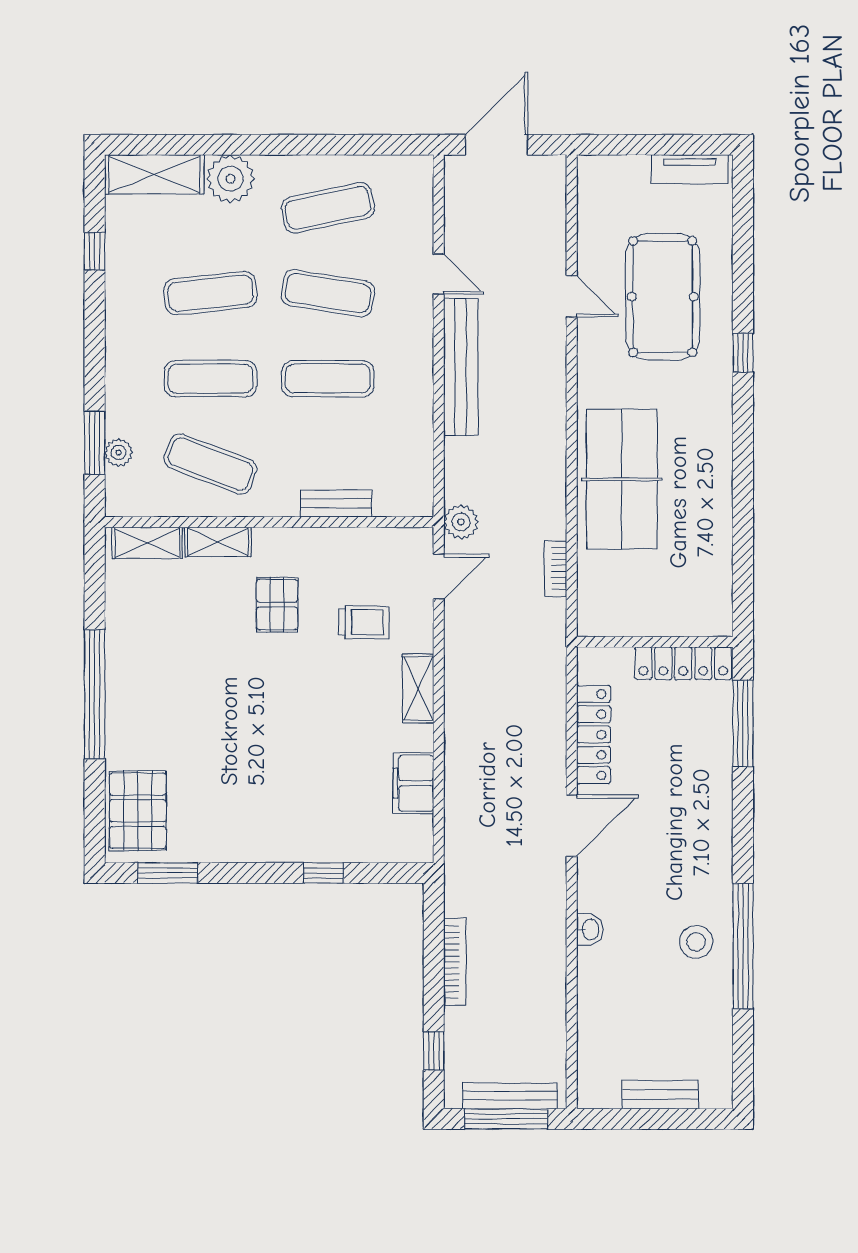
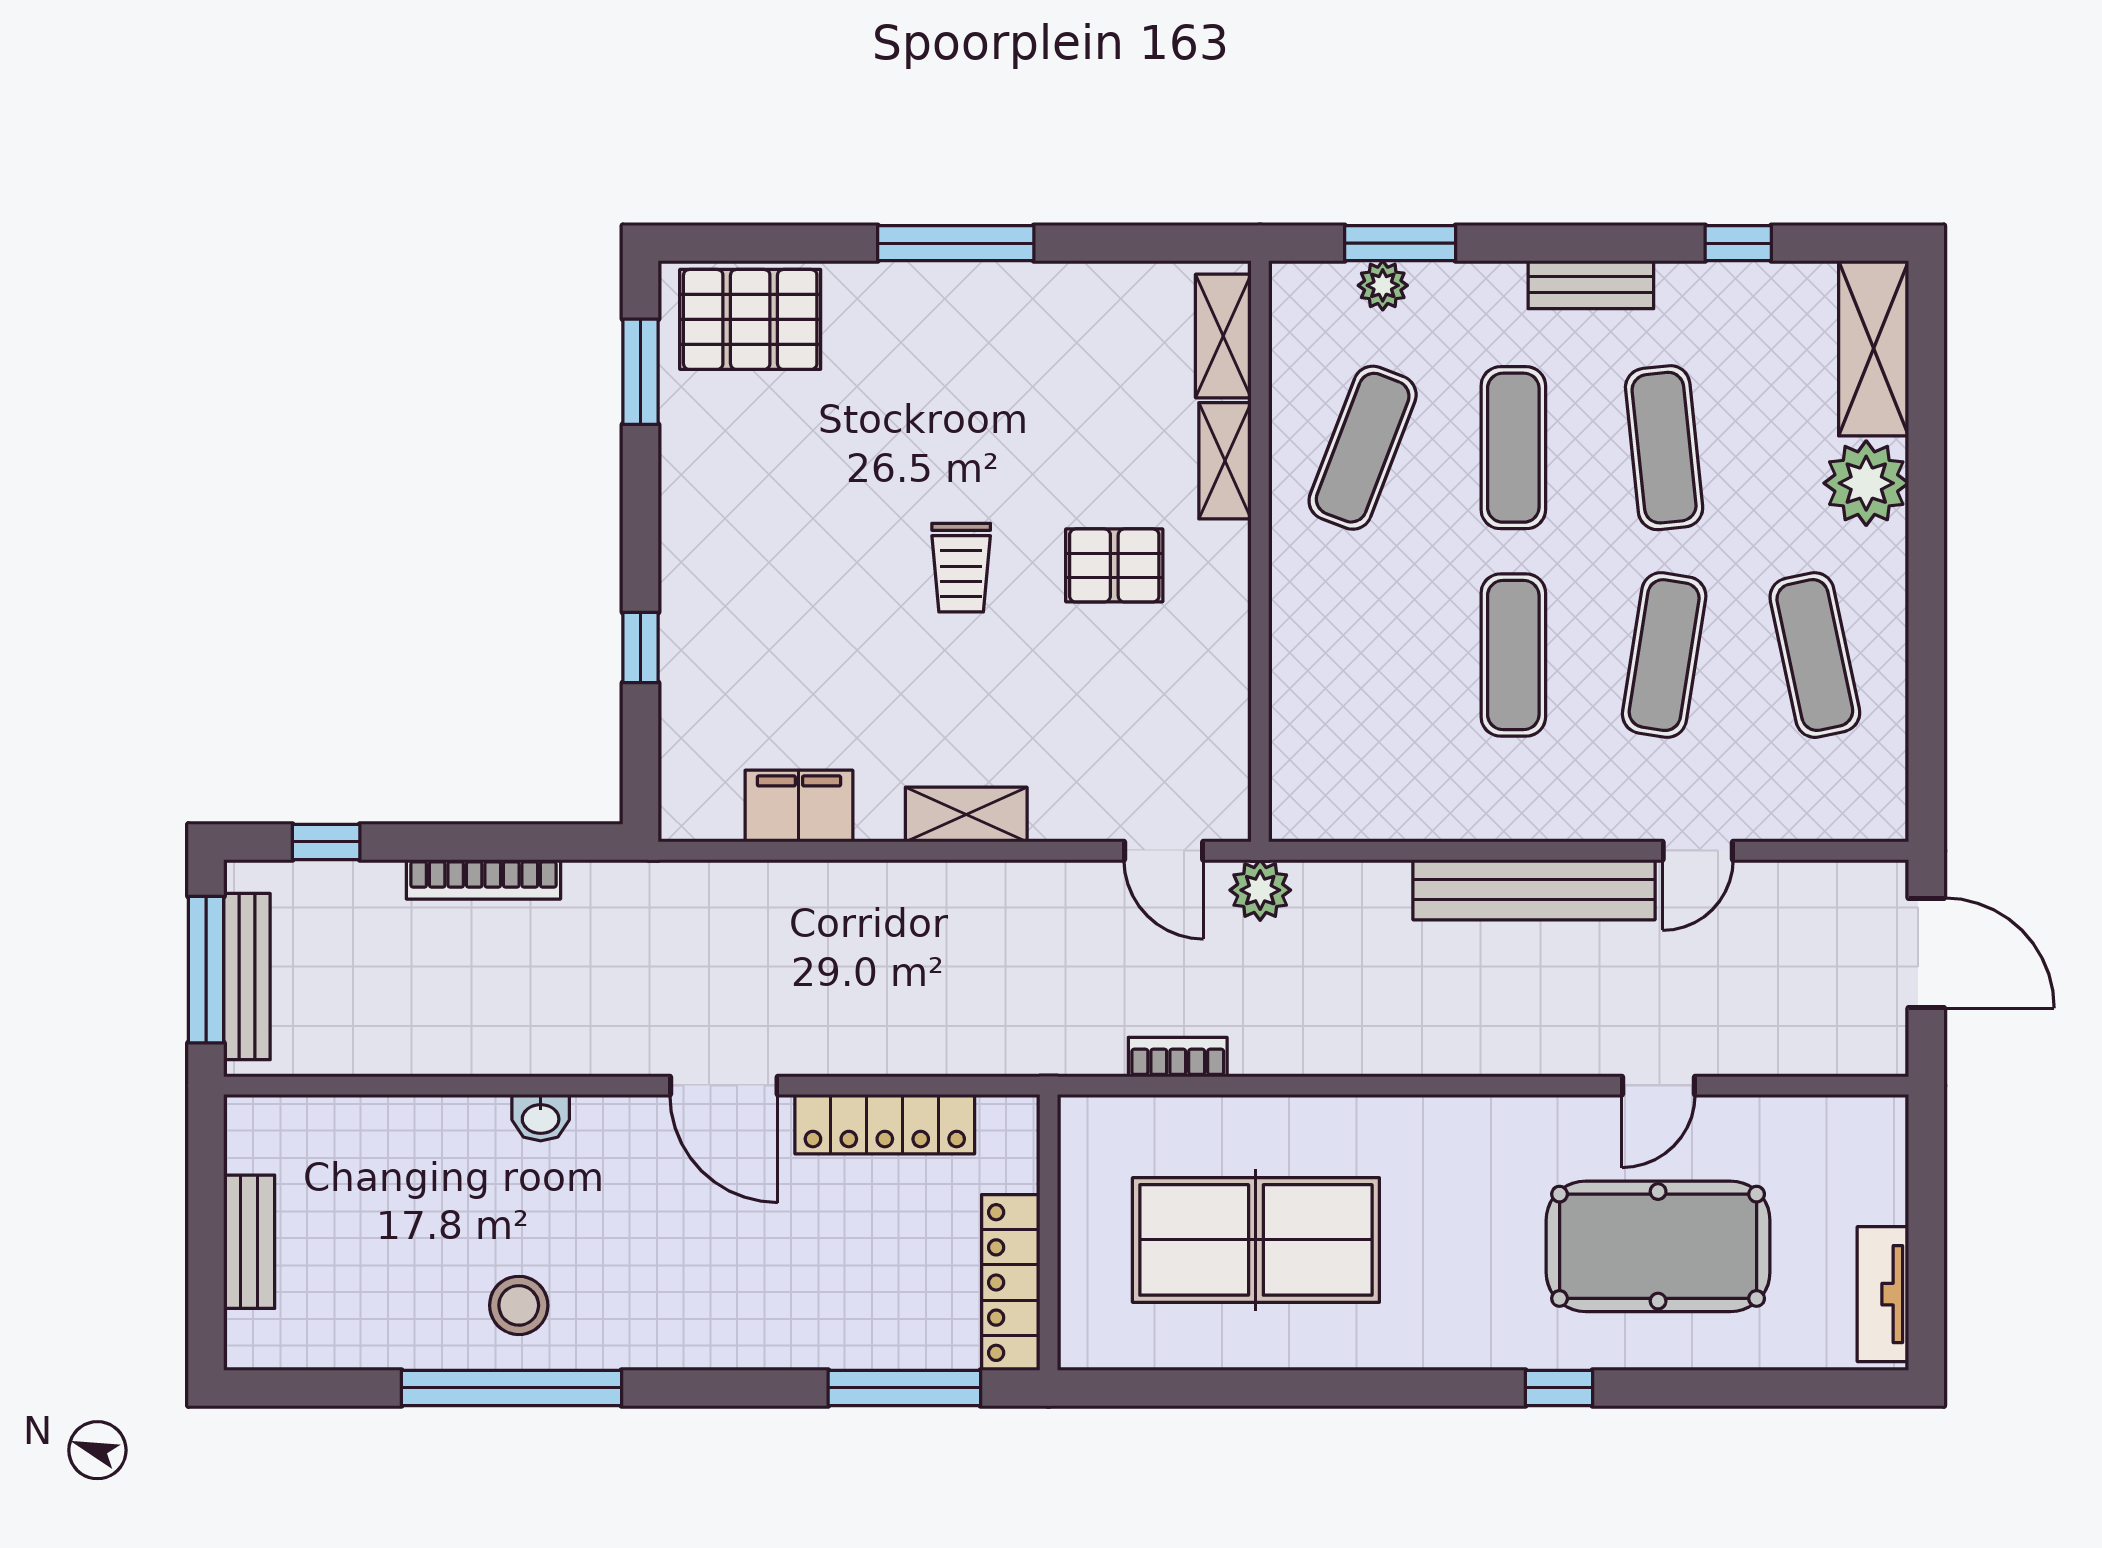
table tennis table: (622, 479) -> (1256, 1240), moved
bench: (336, 504) -> (1591, 285), moved, turned 90
trolley: (364, 622) -> (961, 568), moved
window: (95, 694) -> (956, 243), width x0.68

